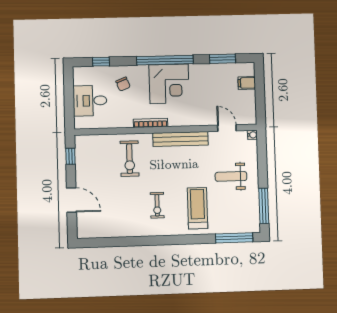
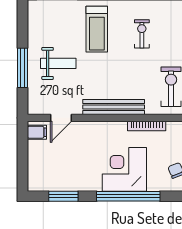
filing cabinet: (247, 83) -> (37, 132), moved
door: (227, 128) -> (61, 118), hinge flipped
water cooler: (252, 135) -> (33, 109), removed
window: (264, 206) -> (22, 68), moved

